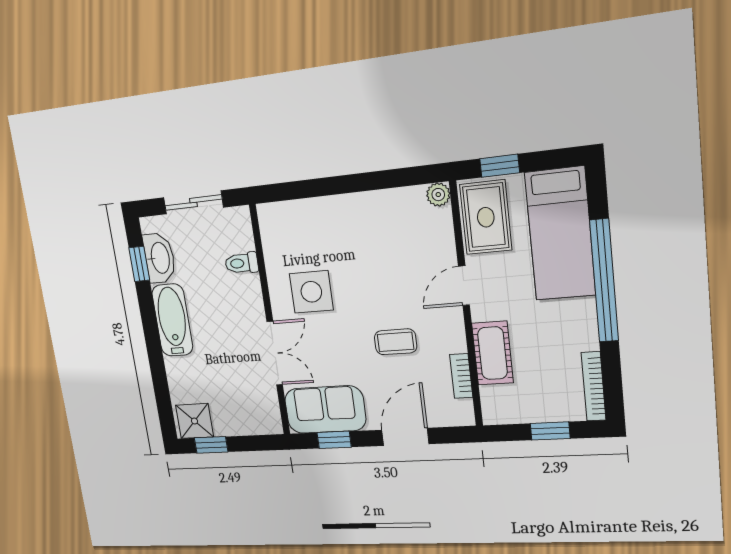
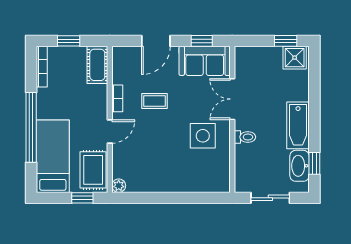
toilet: (242, 263) -> (245, 137), moved
cot: (493, 353) -> (97, 65), moved
bookcase: (461, 376) -> (117, 98), moved

